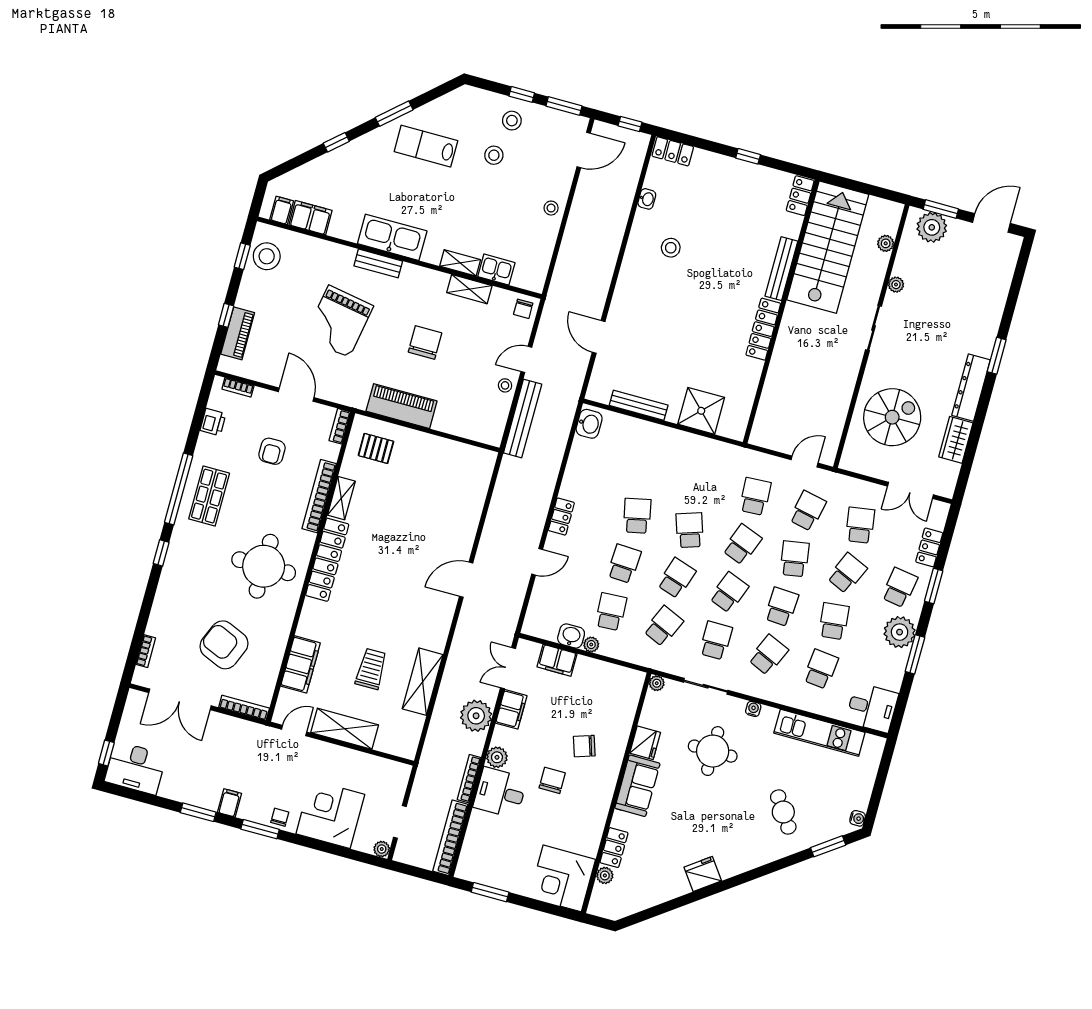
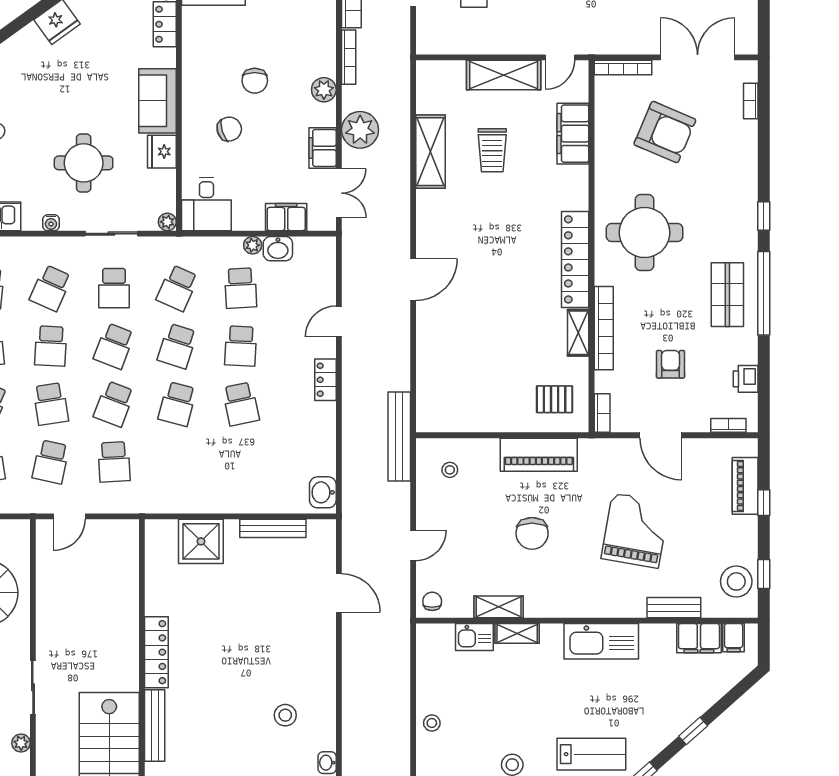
bench: (378, 263) -> (674, 608), moved
stool: (505, 385) -> (450, 470), moved
bench: (523, 419) -> (399, 436), moved
school desk: (690, 530) -> (177, 404), turned 33
desk: (500, 793) -> (206, 204), moved, turned 90

